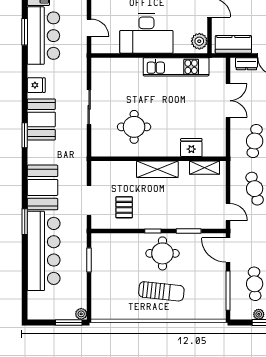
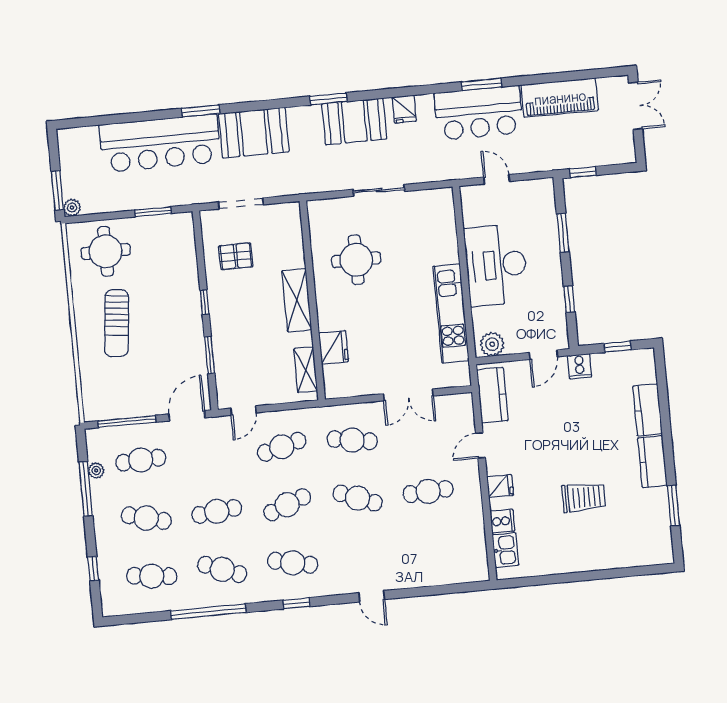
door: (89, 28) -> (497, 179), swing flipped
dresser: (246, 64) -> (465, 417), removed
round table: (162, 253) -> (106, 251), moved

